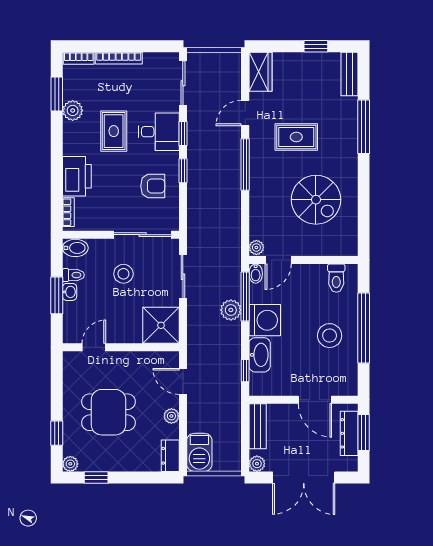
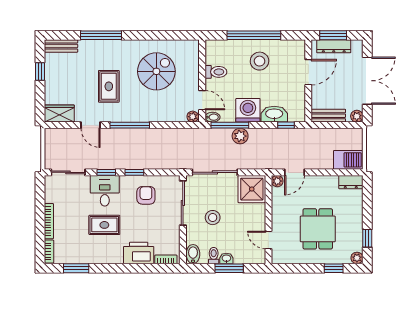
plant: (73, 110) -> (89, 256), removed
sliding door: (183, 277) -> (215, 172), width x1.37
toilet: (336, 278) -> (216, 72), moved
plant: (171, 416) -> (277, 181), moved

